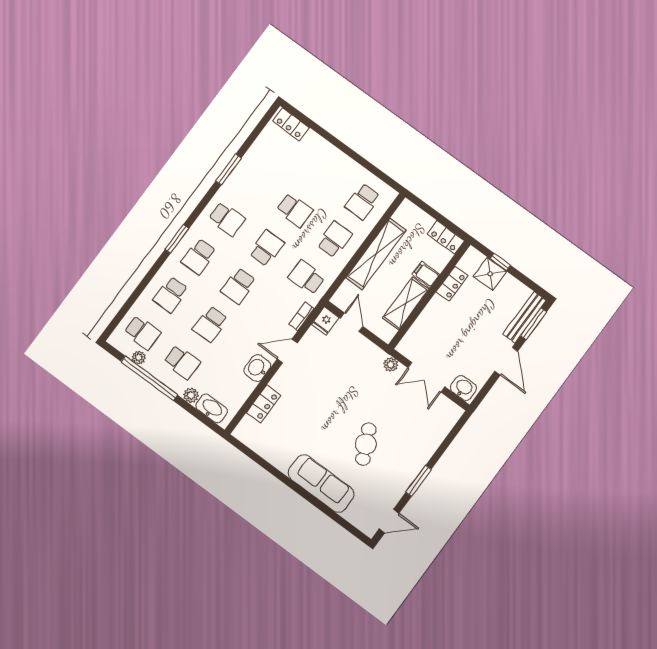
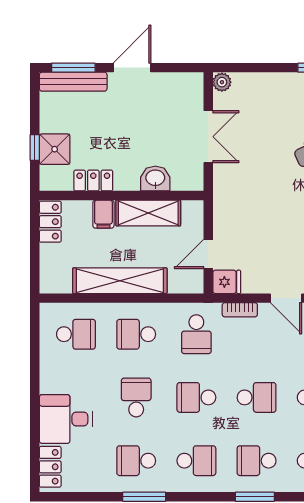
desk: (314, 156) -> (66, 419), added
school desk: (255, 181) -> (136, 461), added
school desk: (227, 219) -> (196, 461), turned 90
school desk: (199, 257) -> (257, 461), turned 180
plant: (391, 365) -> (222, 82), moved
washbasin: (463, 388) -> (155, 178), moved, turned 90

